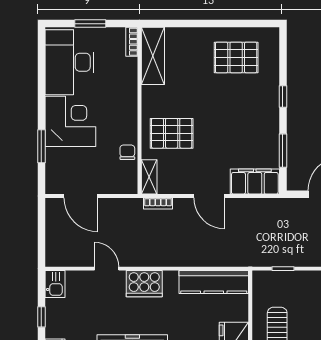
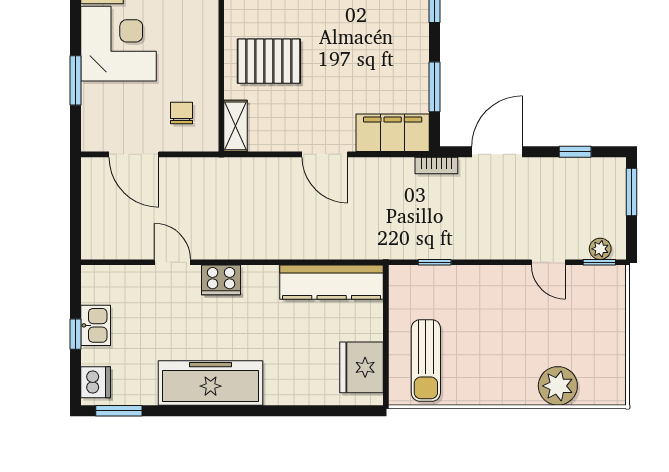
chair: (127, 152) -> (182, 113), moved
bookcase: (158, 204) -> (436, 166), moved
kitchen sink: (55, 284) -> (96, 325), moved
cooker: (144, 284) -> (221, 280), width x0.73, depth x0.76

